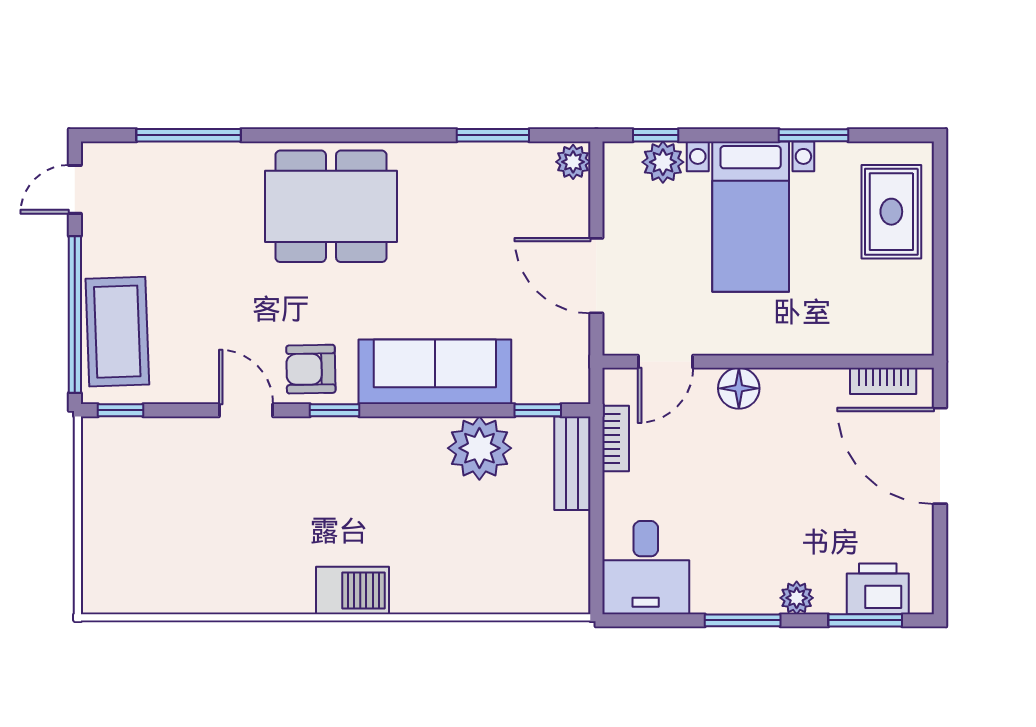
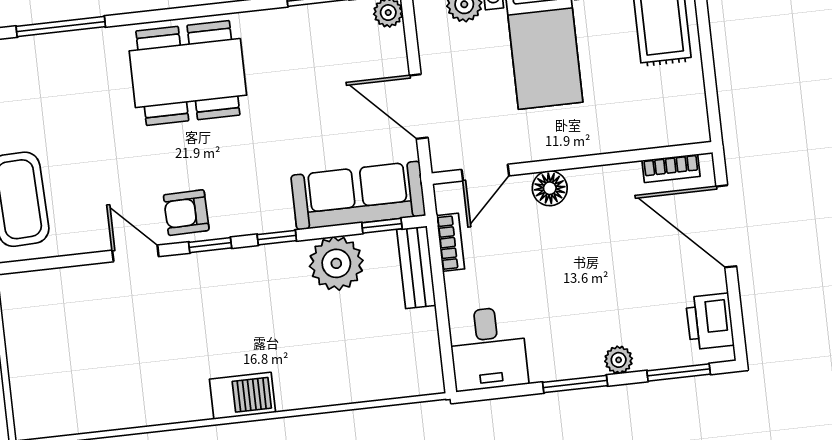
sofa: (435, 372) -> (358, 196), moved
window: (121, 410) -> (277, 238), moved
printer: (878, 589) -> (710, 321), moved, turned -90

